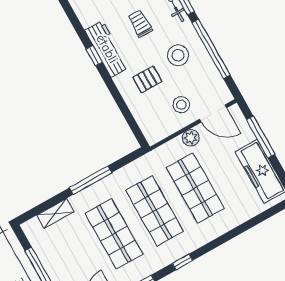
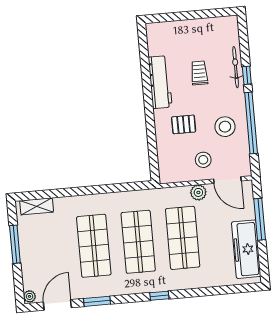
stool: (178, 55) -> (225, 127), moved
window: (94, 56) -> (147, 83), removed
window: (91, 180) -> (95, 190), removed
shelving: (55, 213) -> (37, 206), moved
window: (182, 262) -> (159, 296), moved

